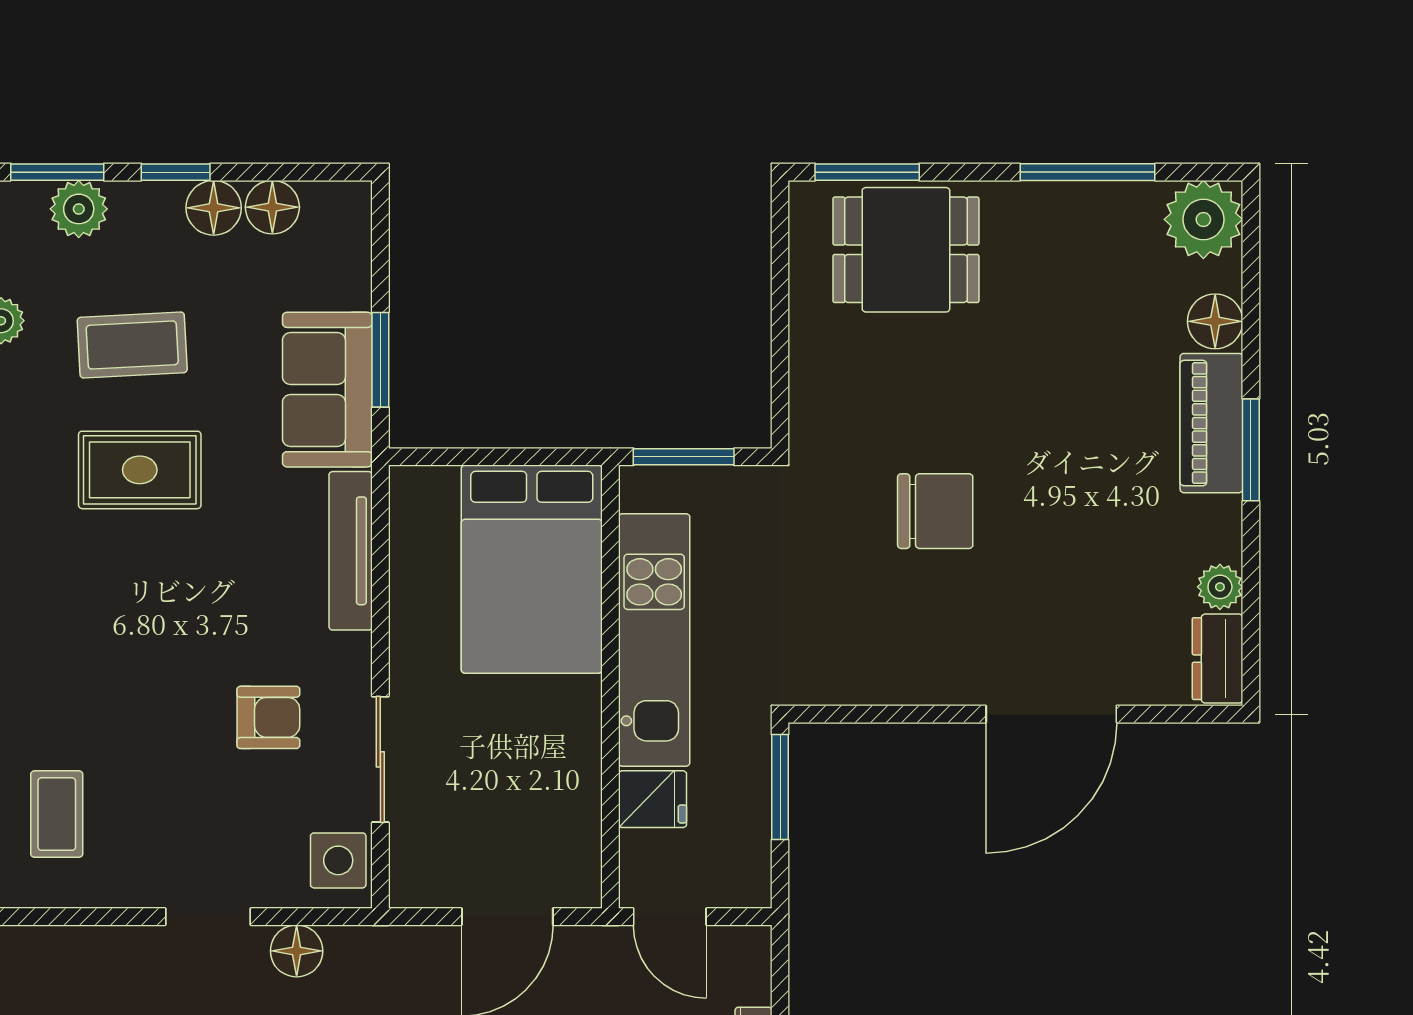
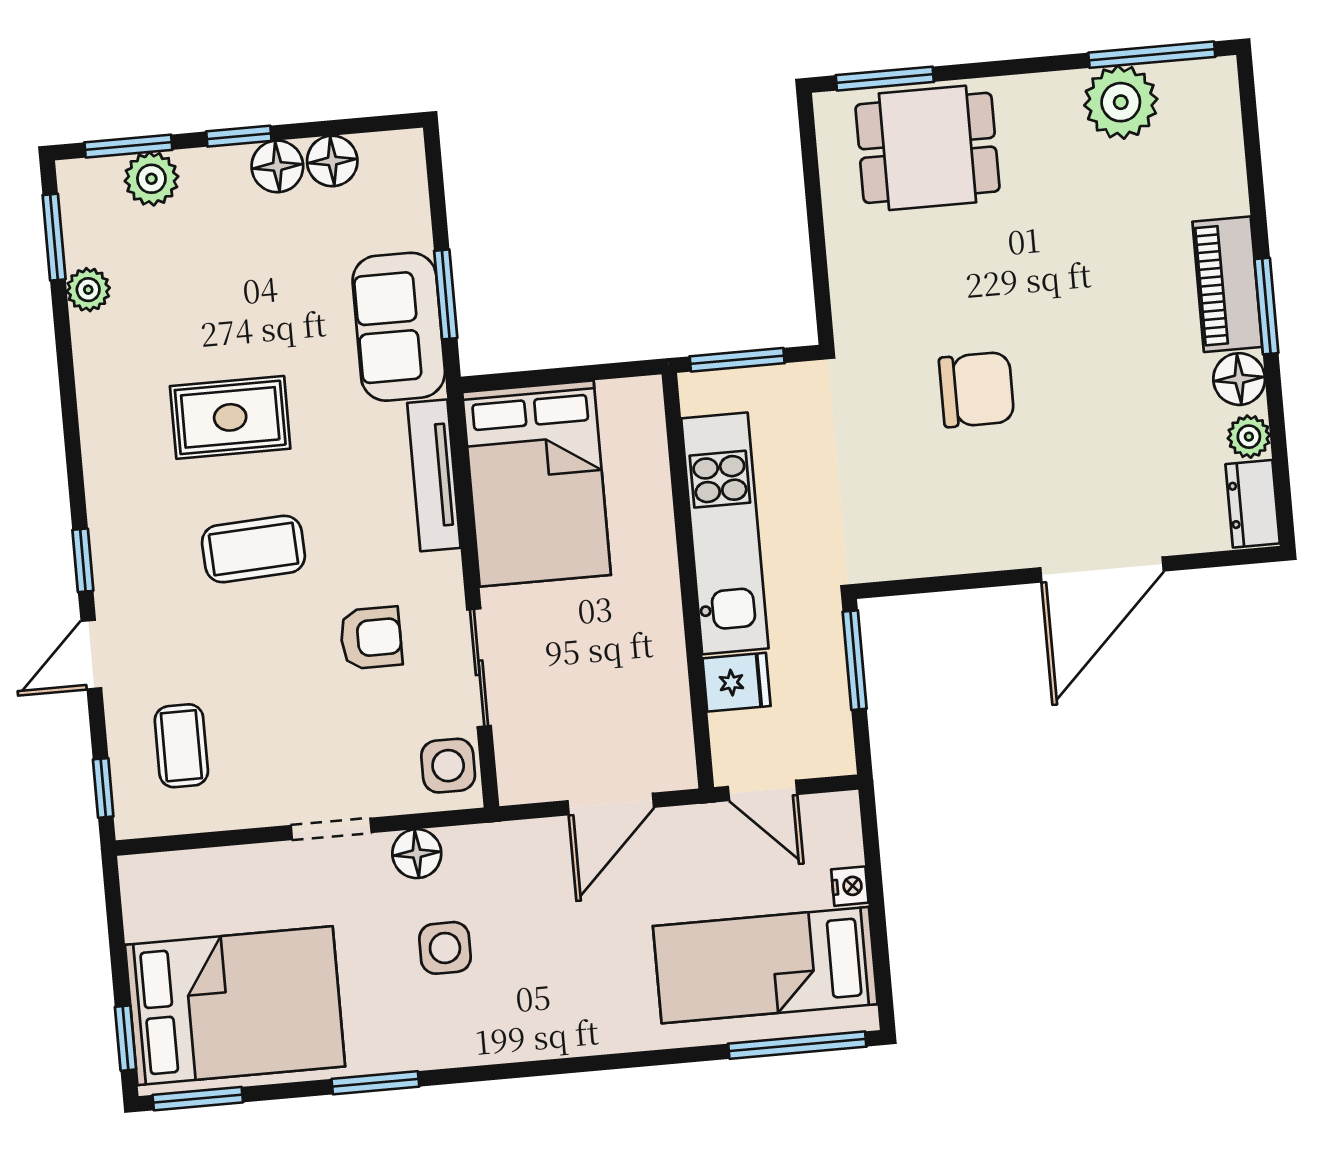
window: (1088, 172) -> (1152, 55), moved
plant: (1203, 219) -> (1121, 102), moved
floor lamp: (1215, 321) -> (1239, 379), moved
coffee table: (132, 345) -> (253, 549), moved
bed: (532, 569) -> (537, 483), moved

